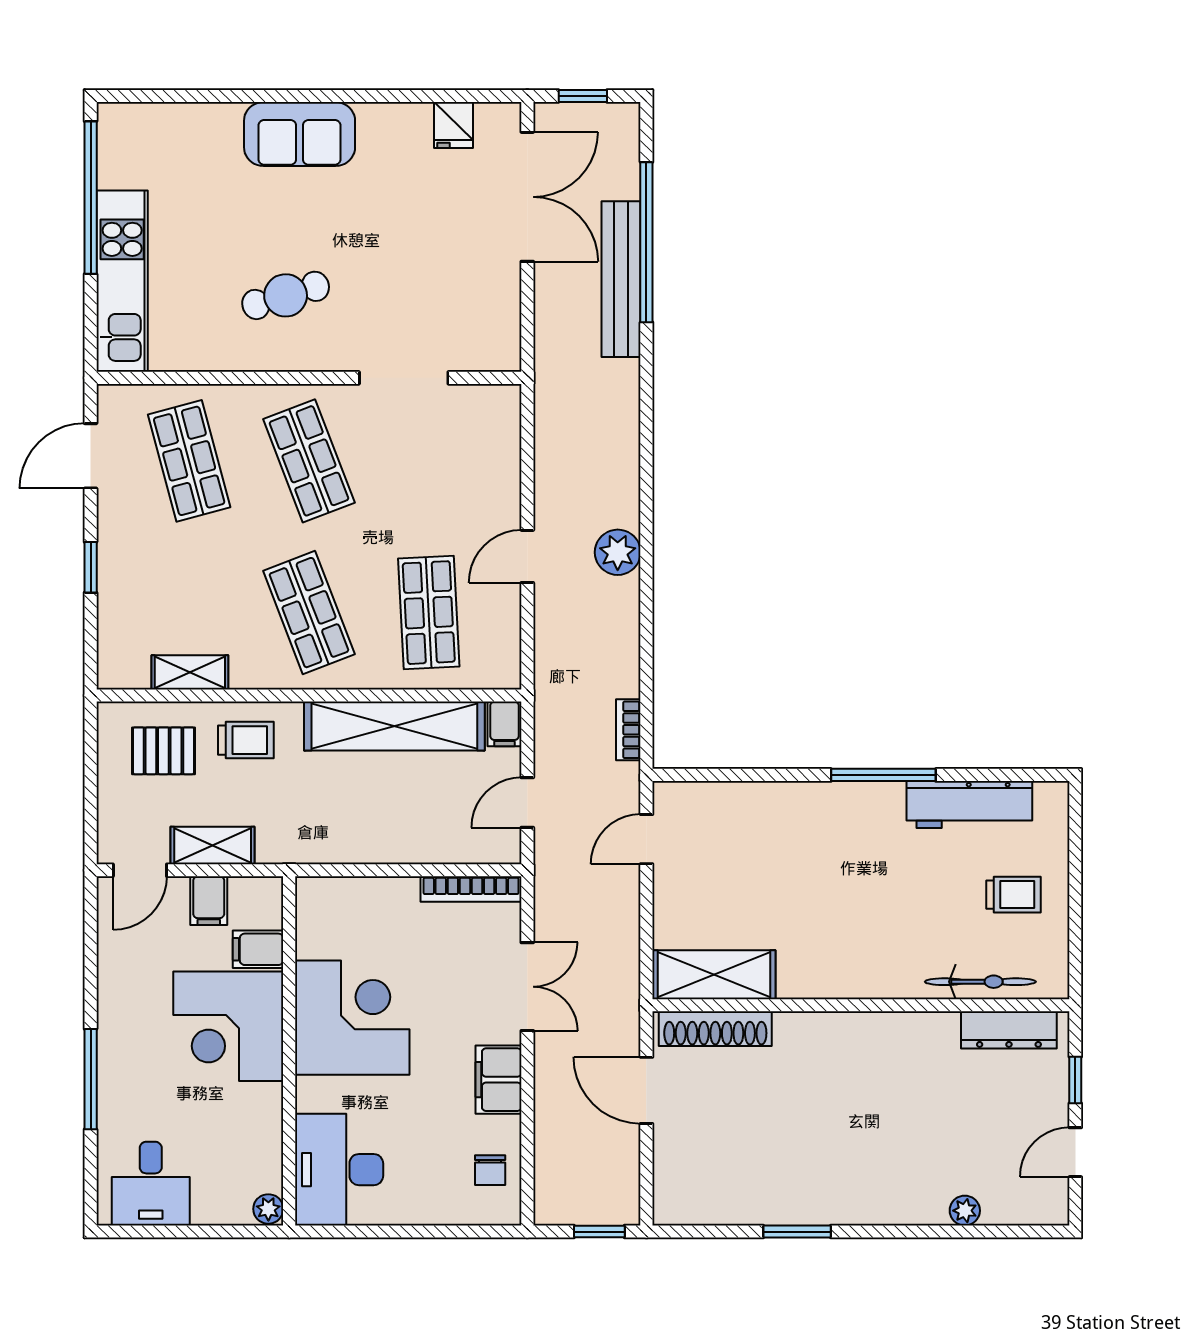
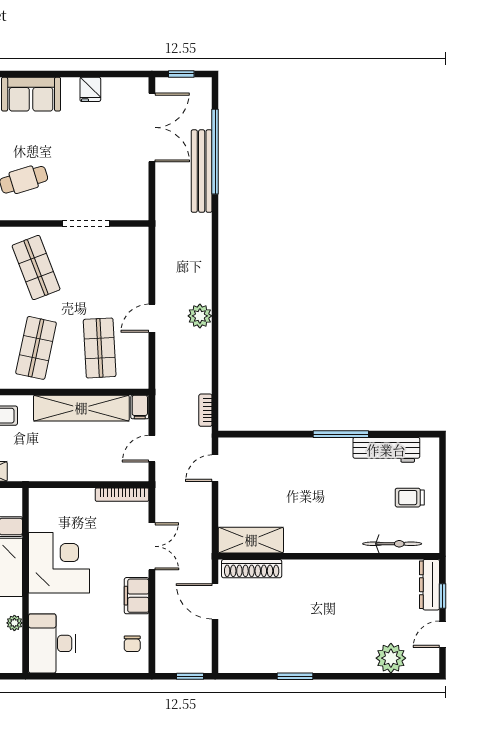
fridge: (454, 125) -> (90, 89), moved
shop shelf: (309, 613) -> (36, 348), turned 33
trolley: (1013, 895) -> (410, 498), turned 180
dresser: (1009, 1030) -> (429, 585), moved, turned 90
plant: (268, 1209) -> (14, 623), moved
plant: (965, 1211) -> (391, 658), width x1.88, depth x1.88

